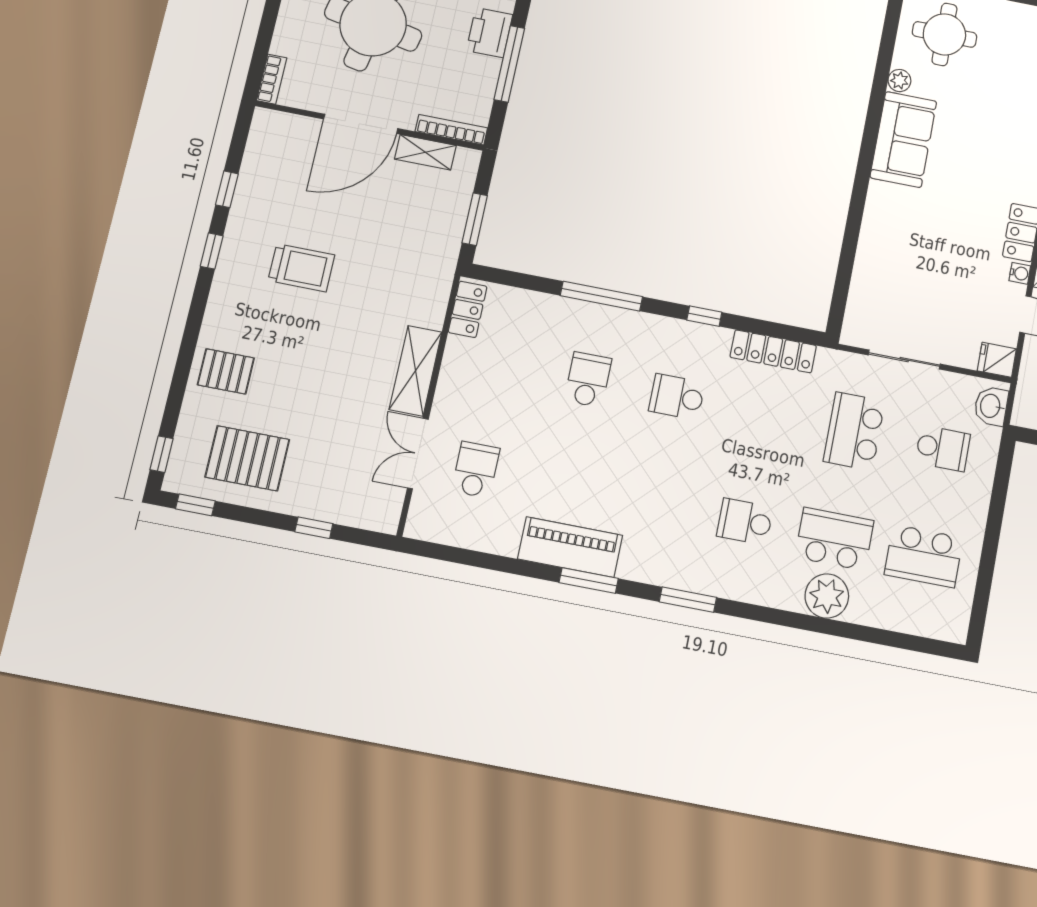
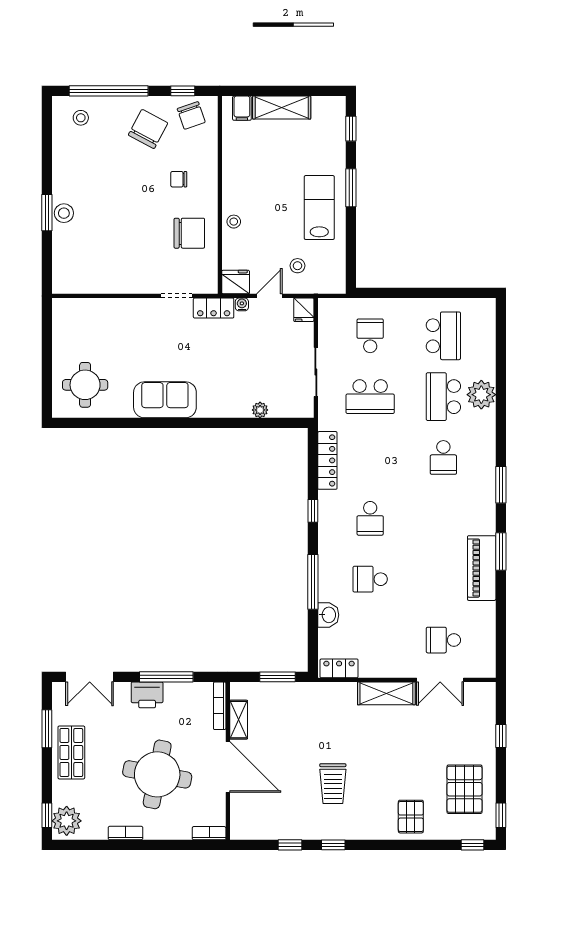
plant: (899, 81) -> (260, 410), moved
trolley: (301, 268) -> (333, 784), turned 180
washbasin: (991, 406) -> (328, 615), moved, turned -90

